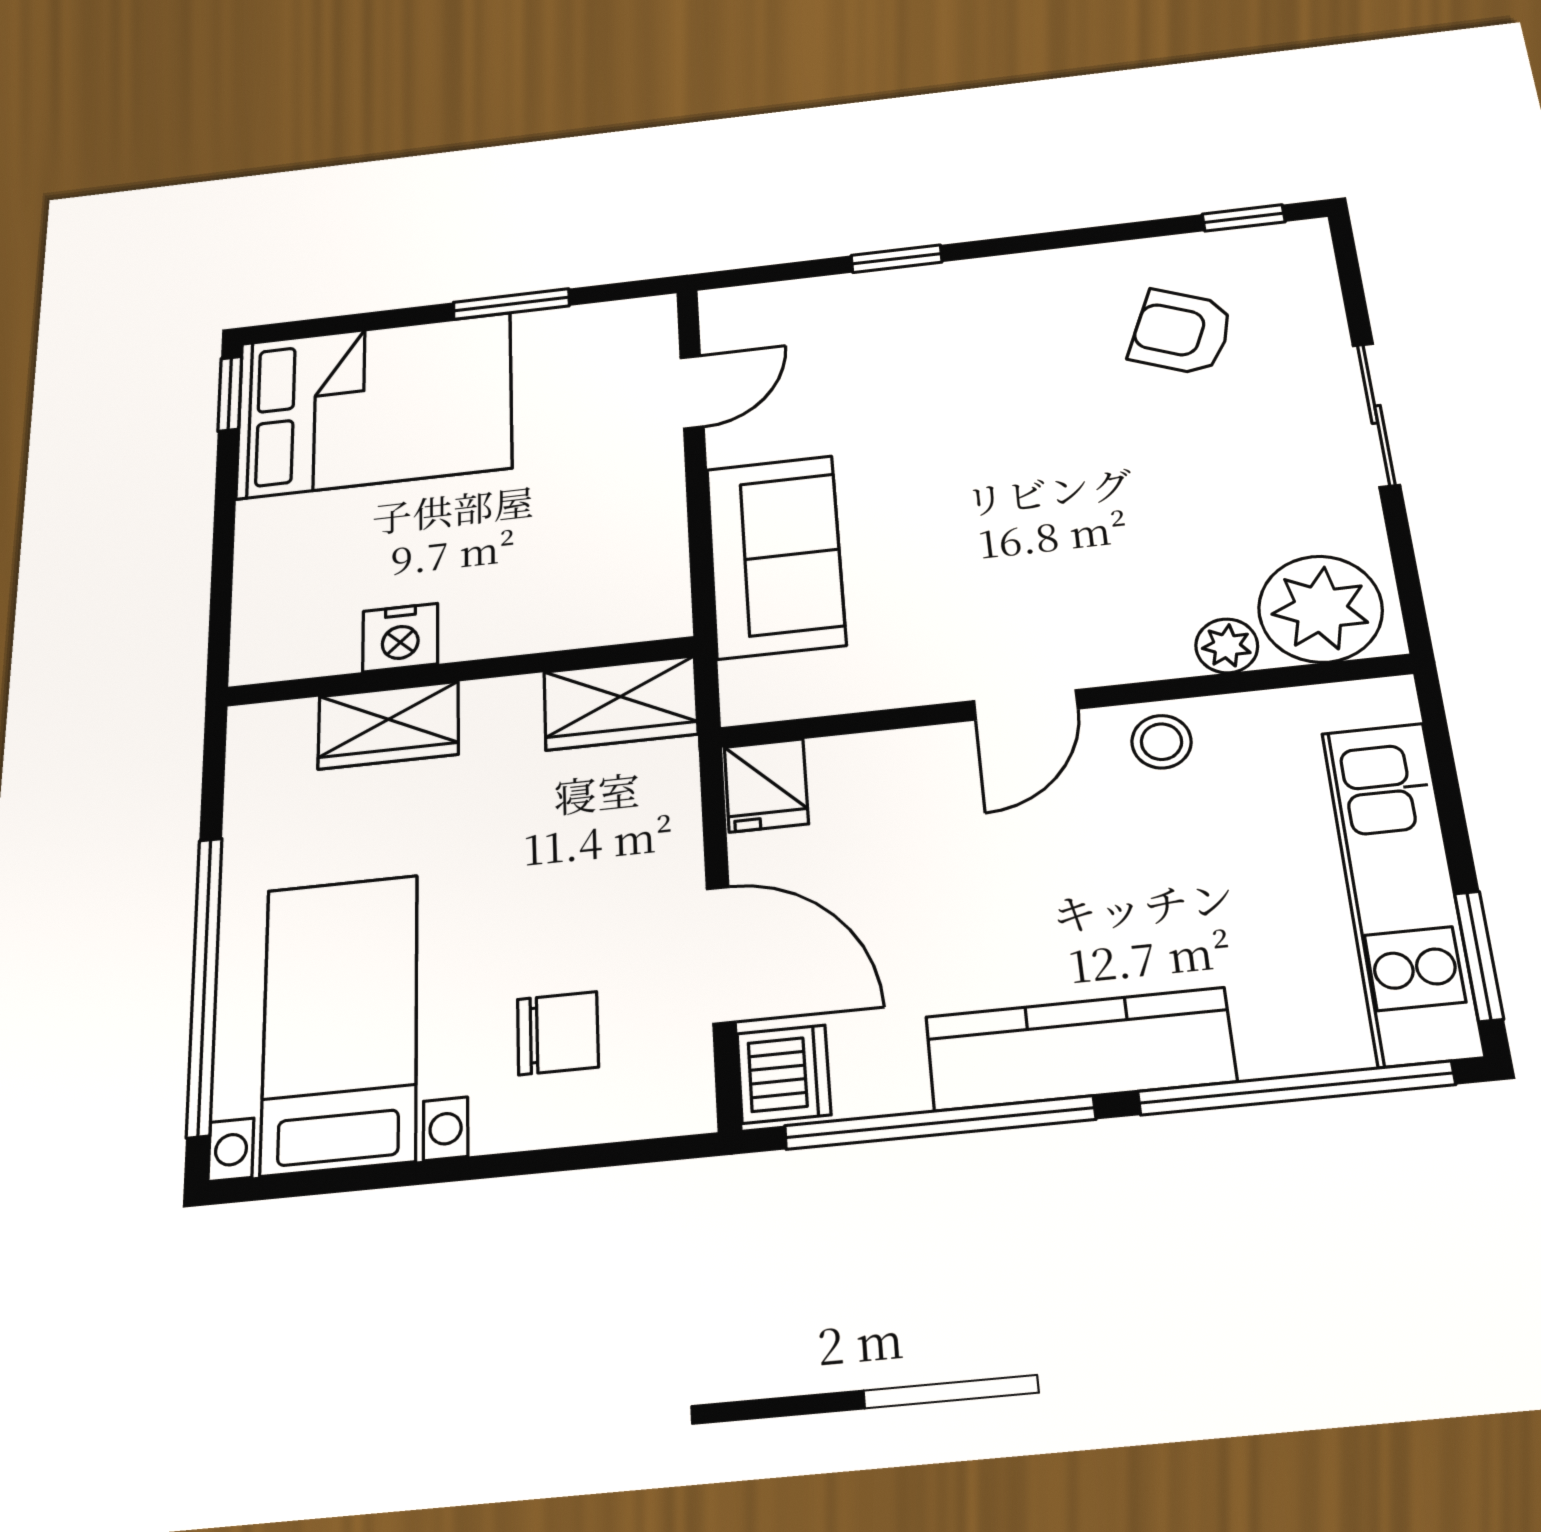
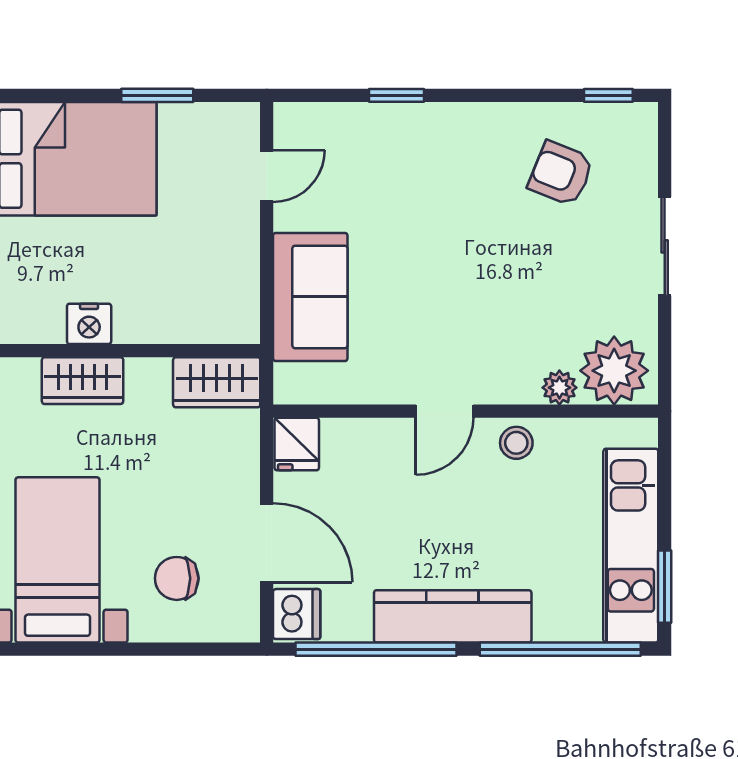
chair: (558, 1033) -> (177, 578), turned 180

